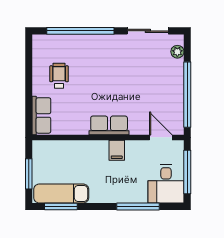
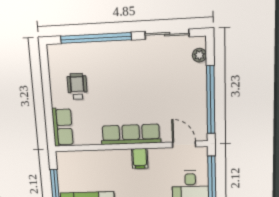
row of seats: (109, 125) -> (131, 134), width x1.48

